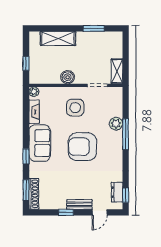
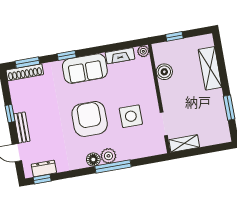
boiler: (68, 77) -> (164, 72), moved
side table: (75, 108) -> (131, 116), moved
plant: (116, 124) -> (108, 156), moved
floor lamp: (117, 150) -> (93, 159), added

